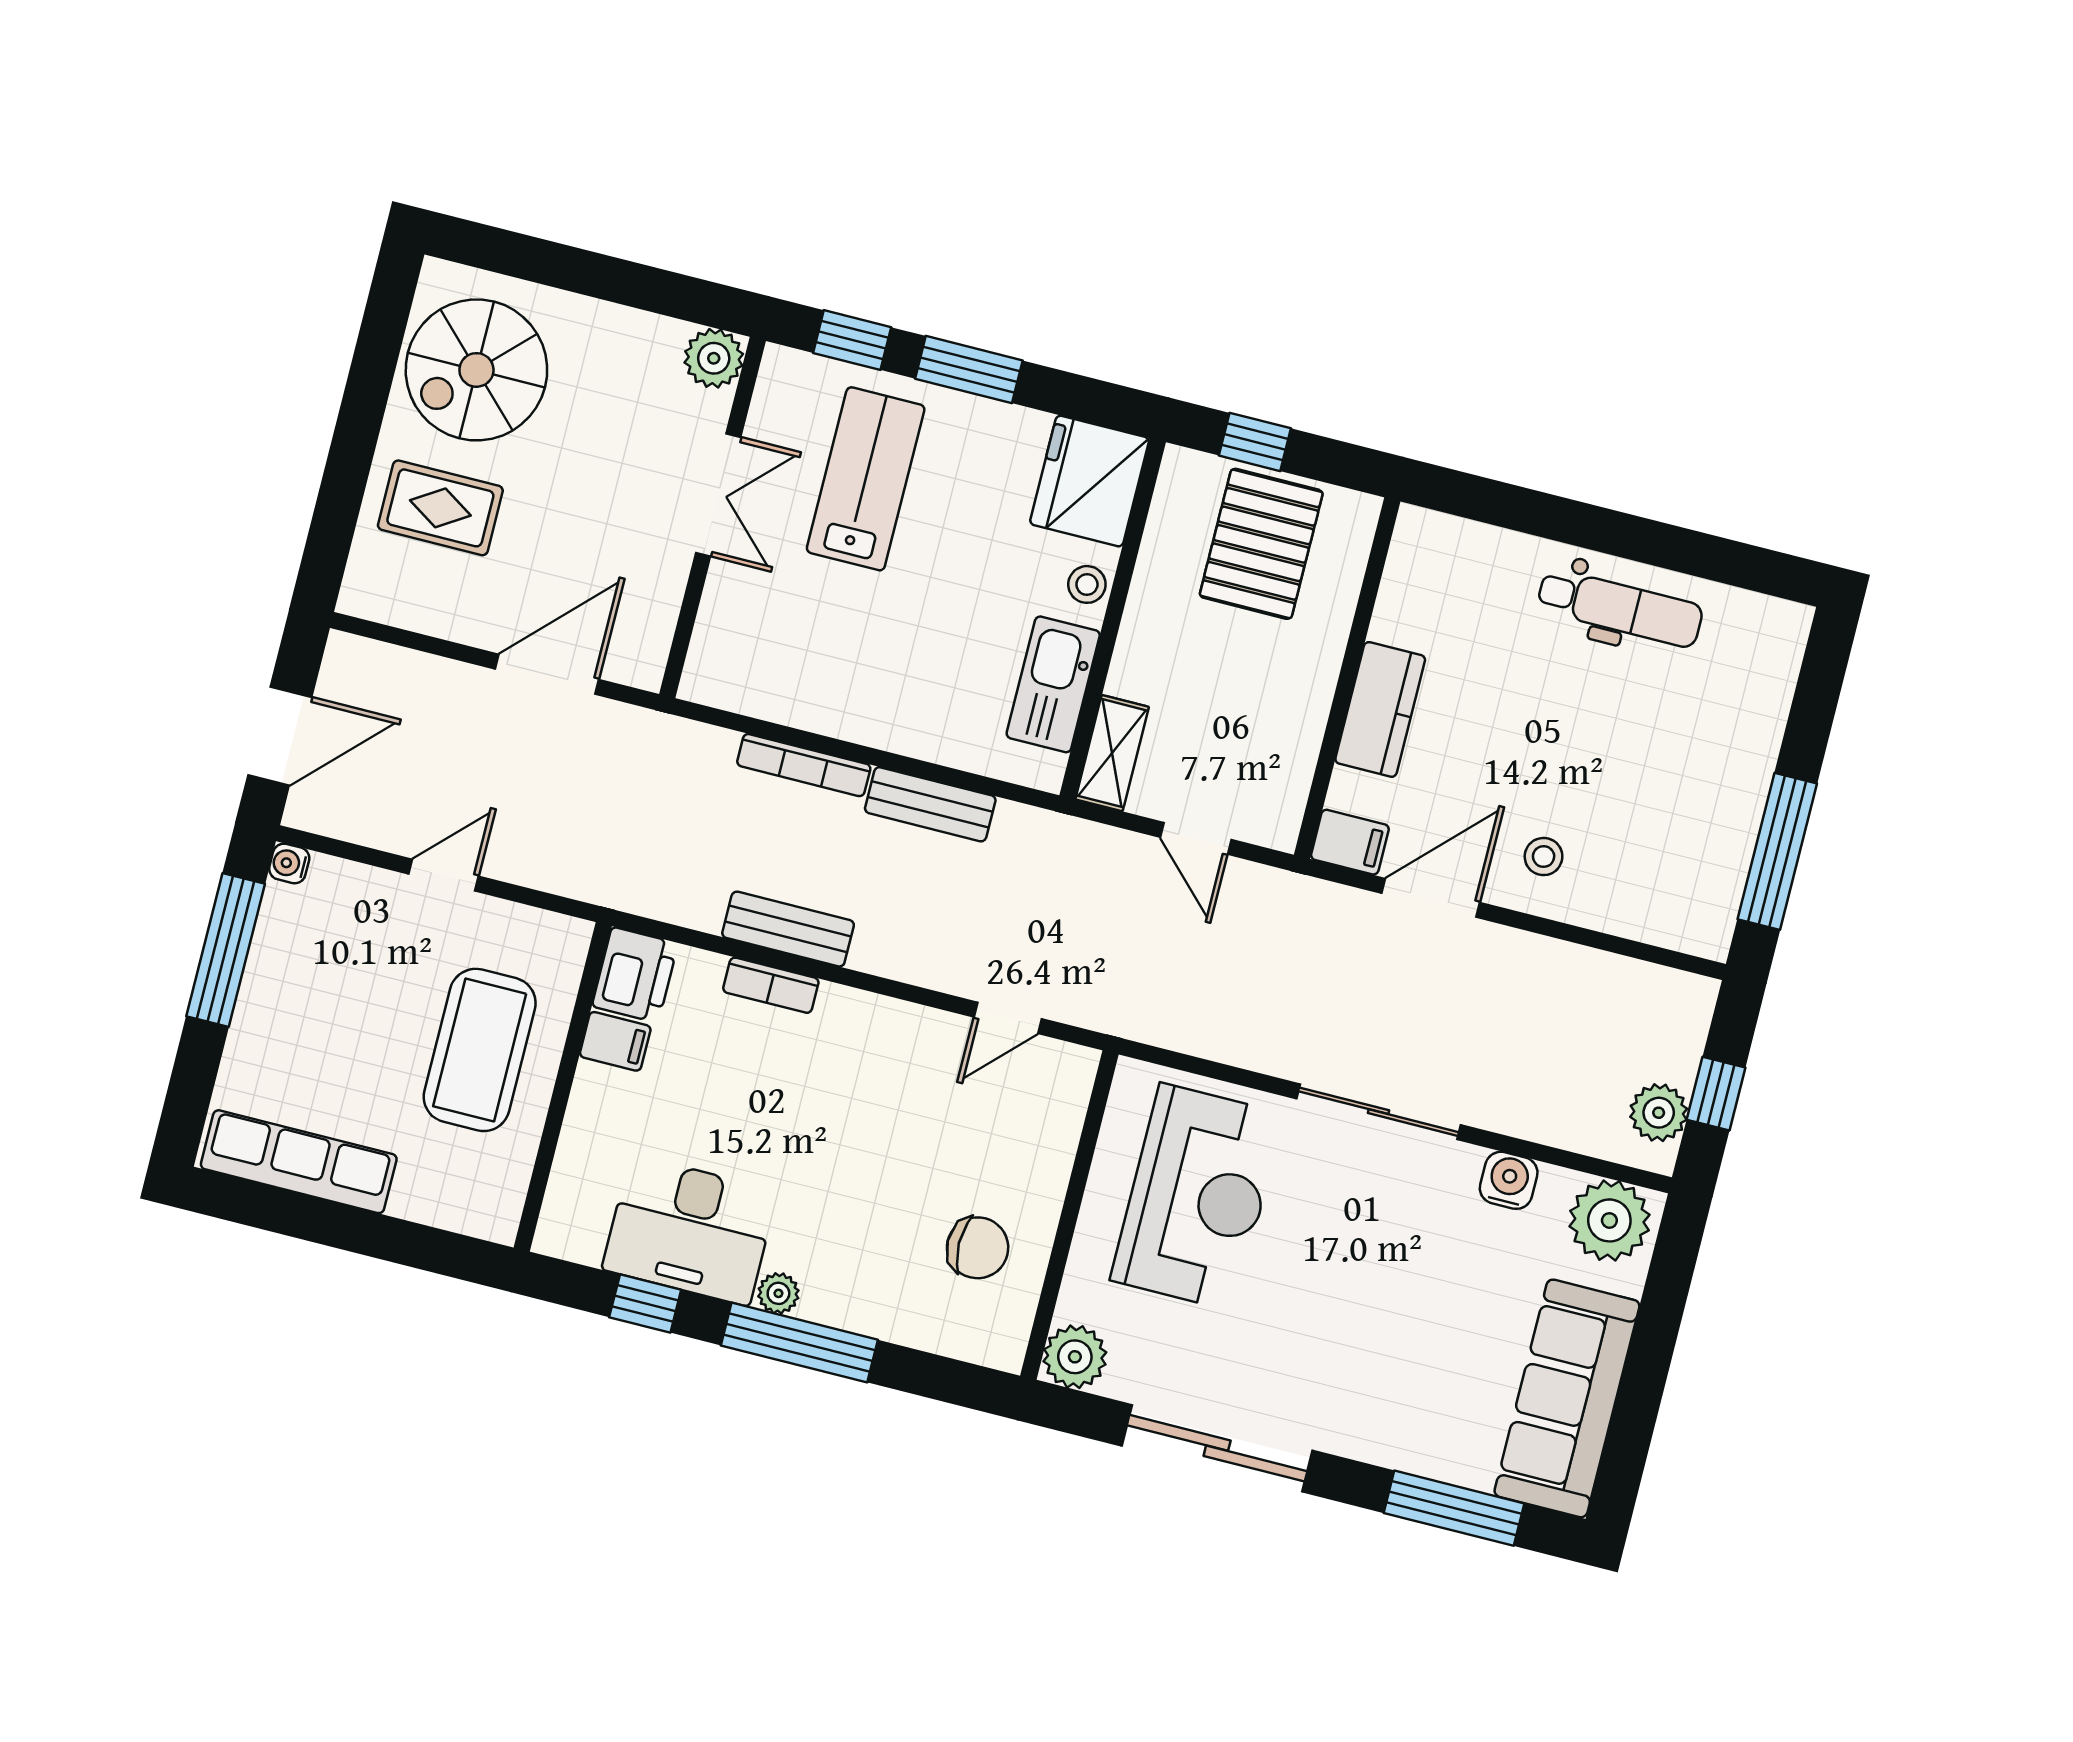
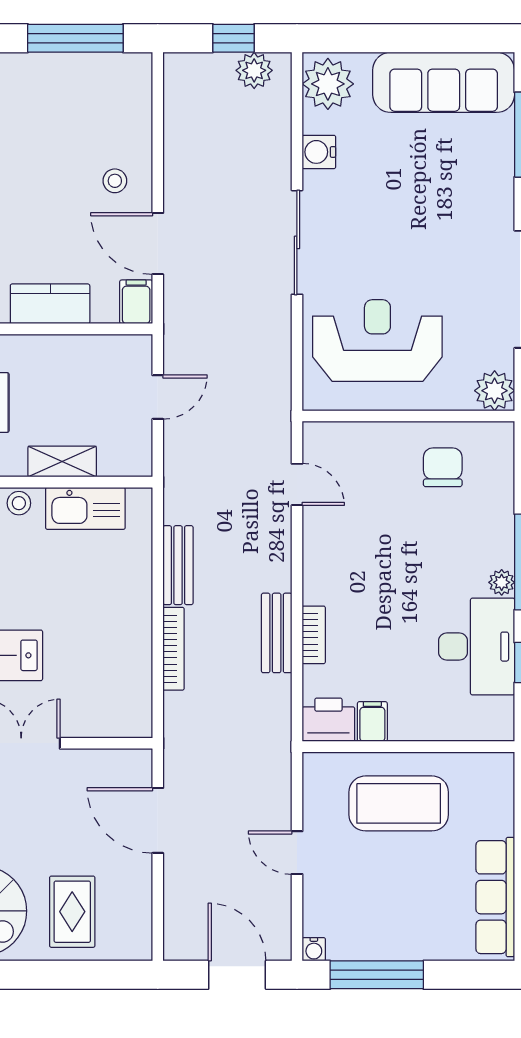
shelving: (1112, 753) -> (62, 462), moved

